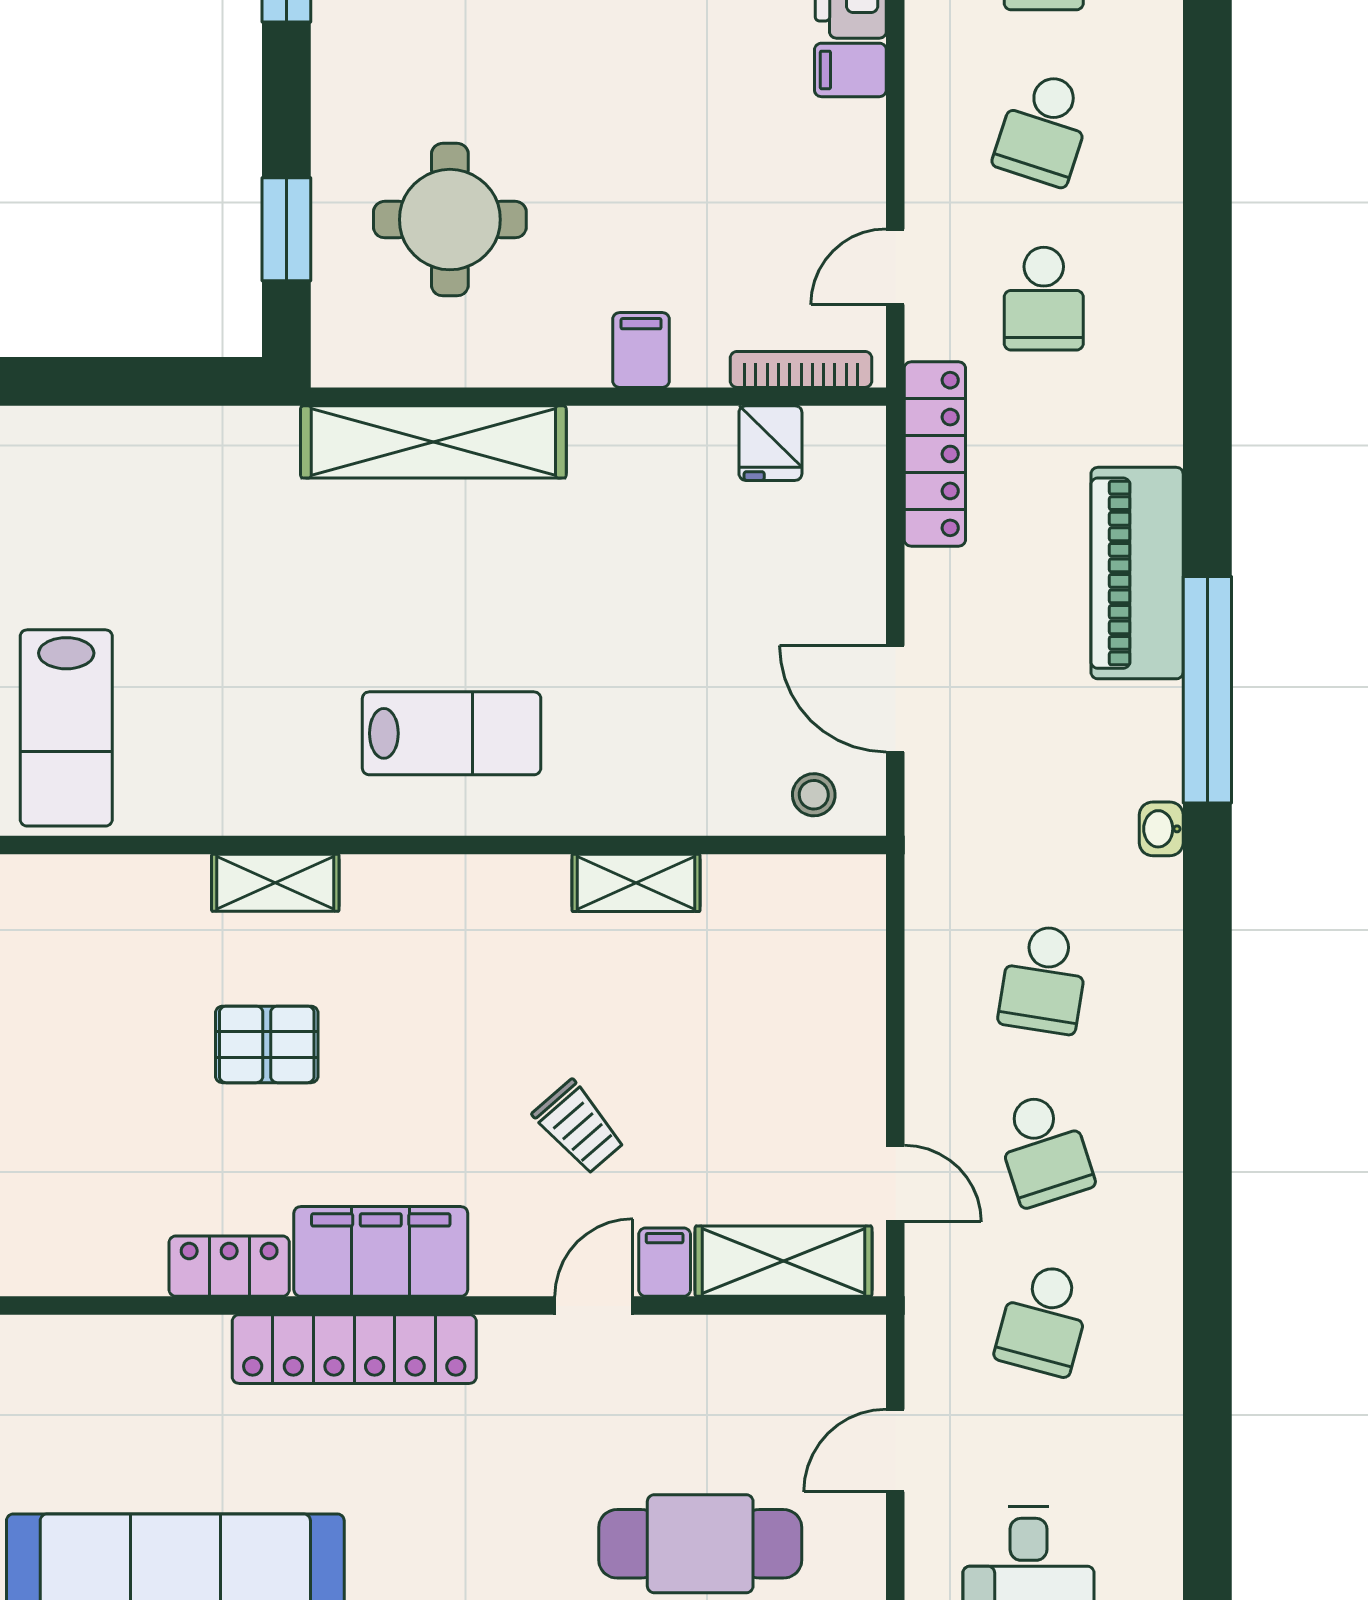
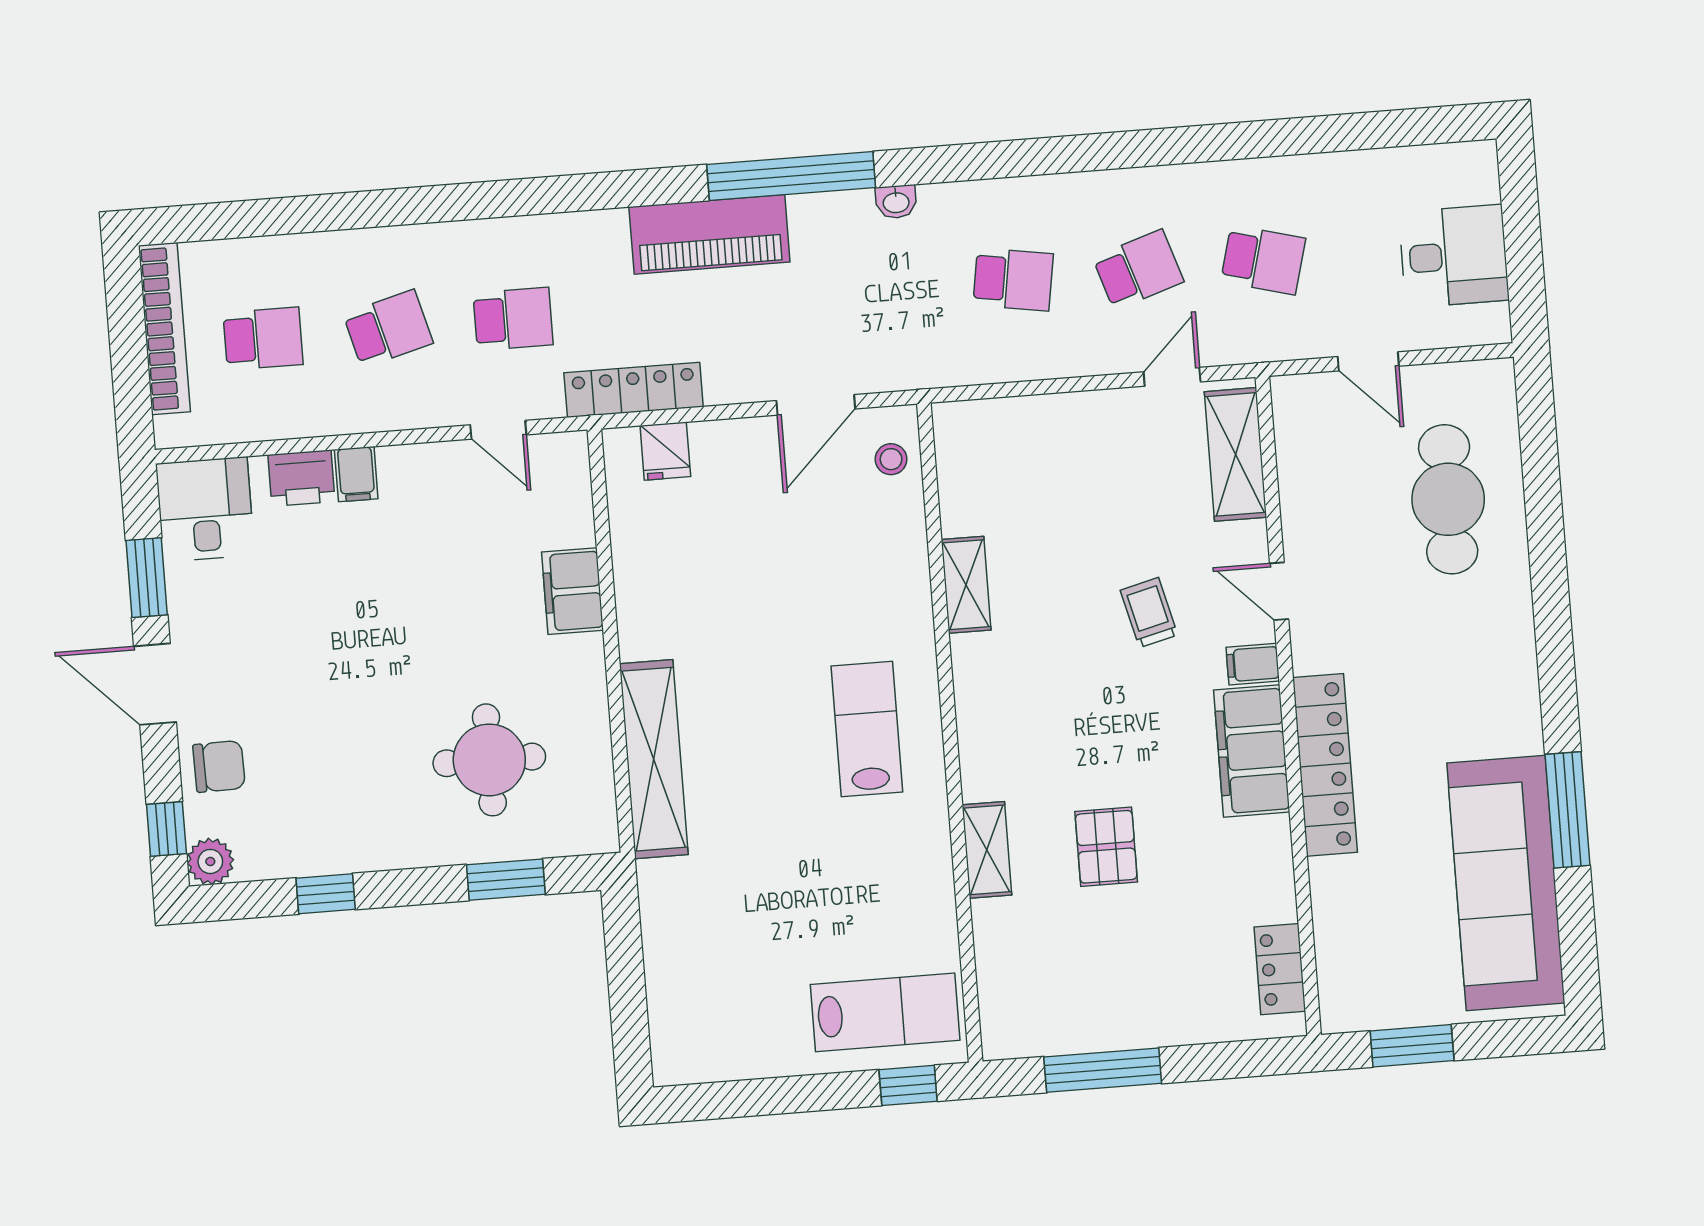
school desk: (1044, 128) -> (388, 329), turned -33
filing cabinet: (641, 350) -> (573, 591), width x2.00
bookcase: (801, 369) -> (579, 493), removed
fridge: (770, 443) -> (665, 451), moved, turned 90
trolley: (579, 1127) -> (1149, 613), turned -63
filing cabinet: (665, 1262) -> (1253, 664), moved
locker: (229, 1266) -> (1280, 969), moved

